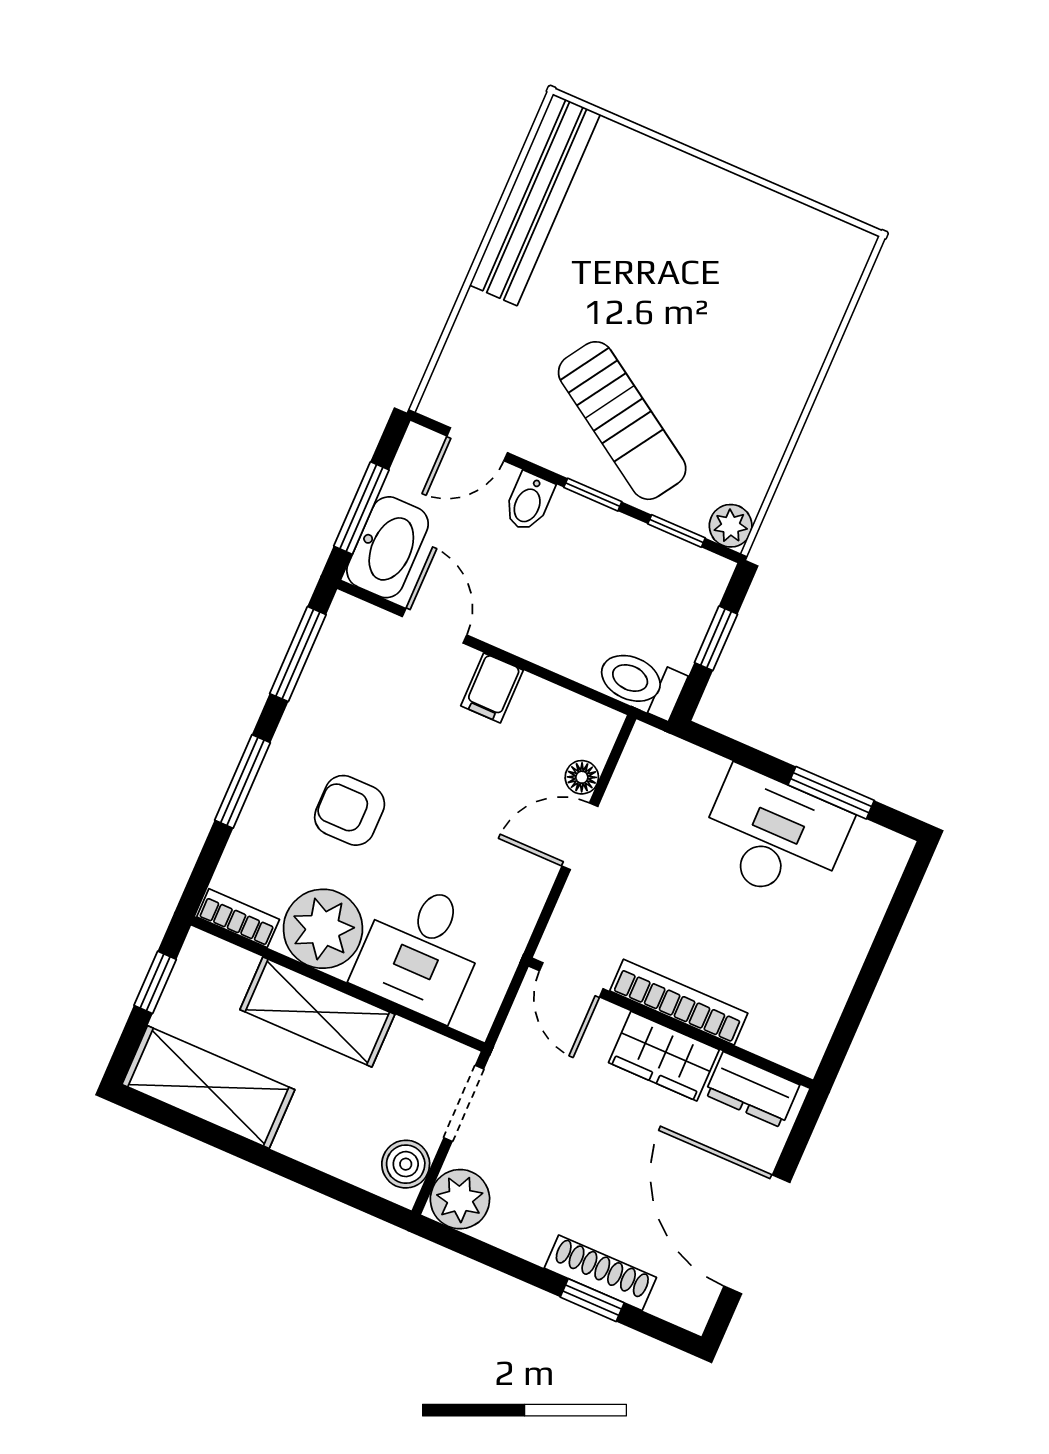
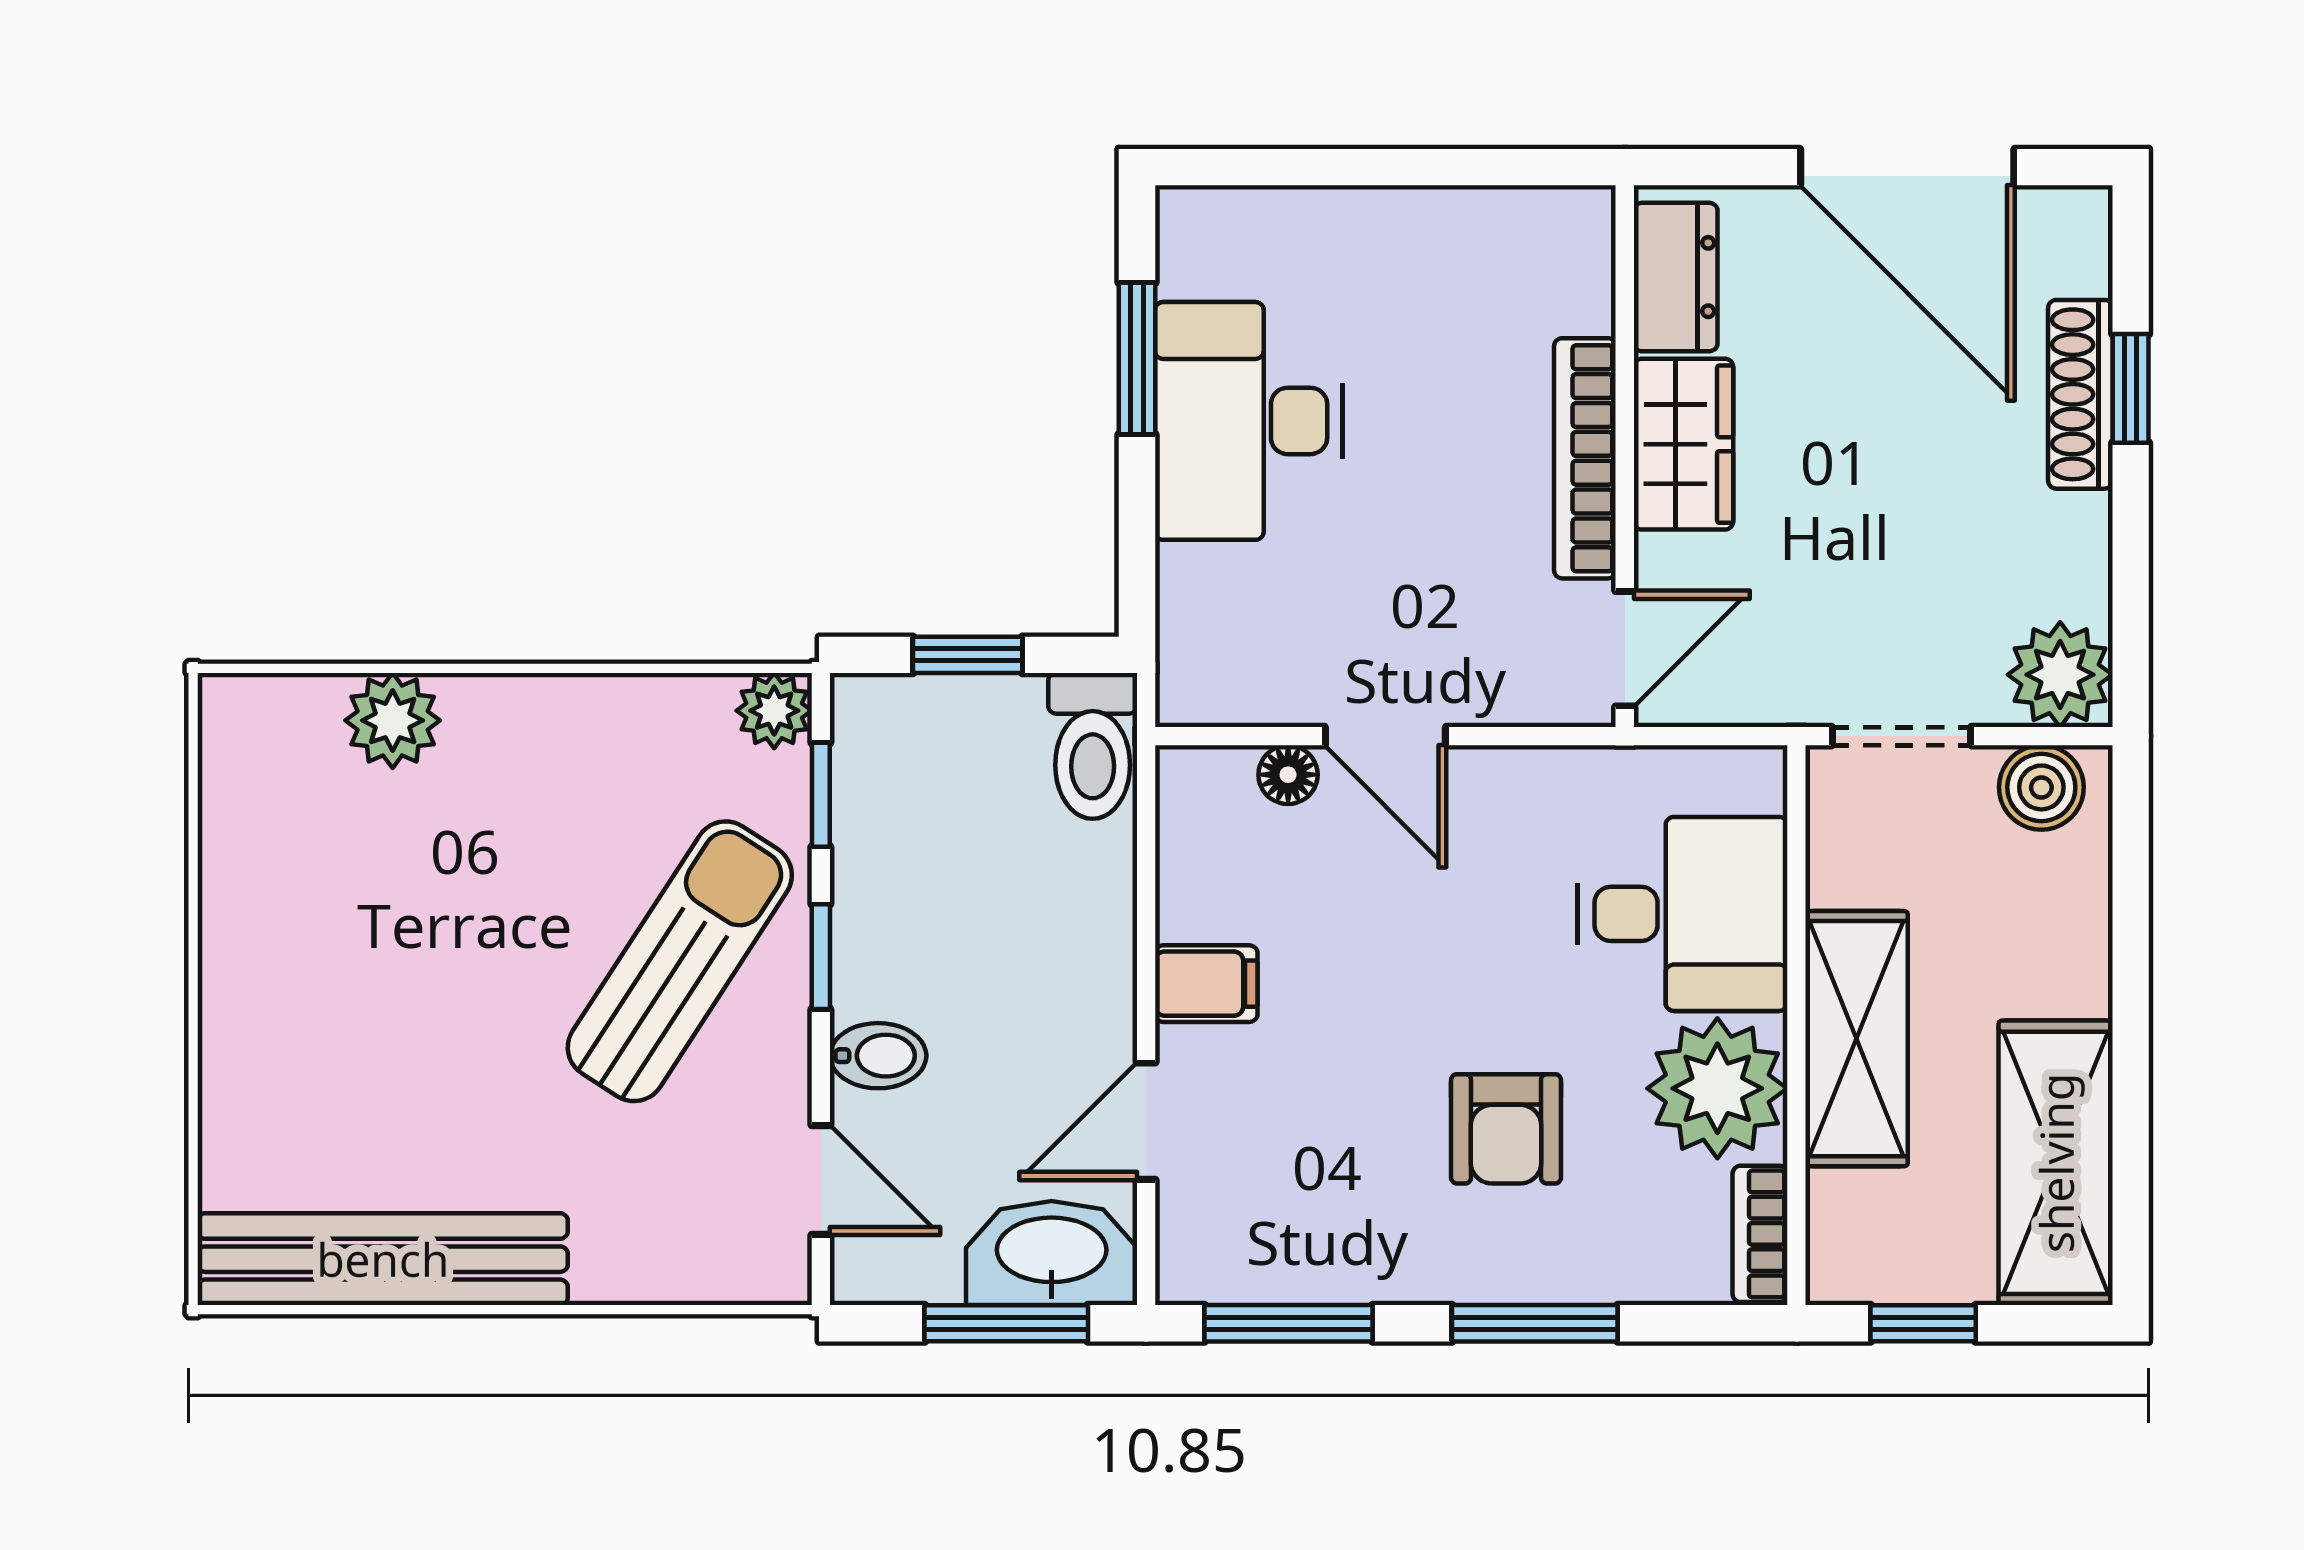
plant: (811, 326) -> (393, 720), added
door: (757, 1234) -> (1907, 167), hinge flipped

